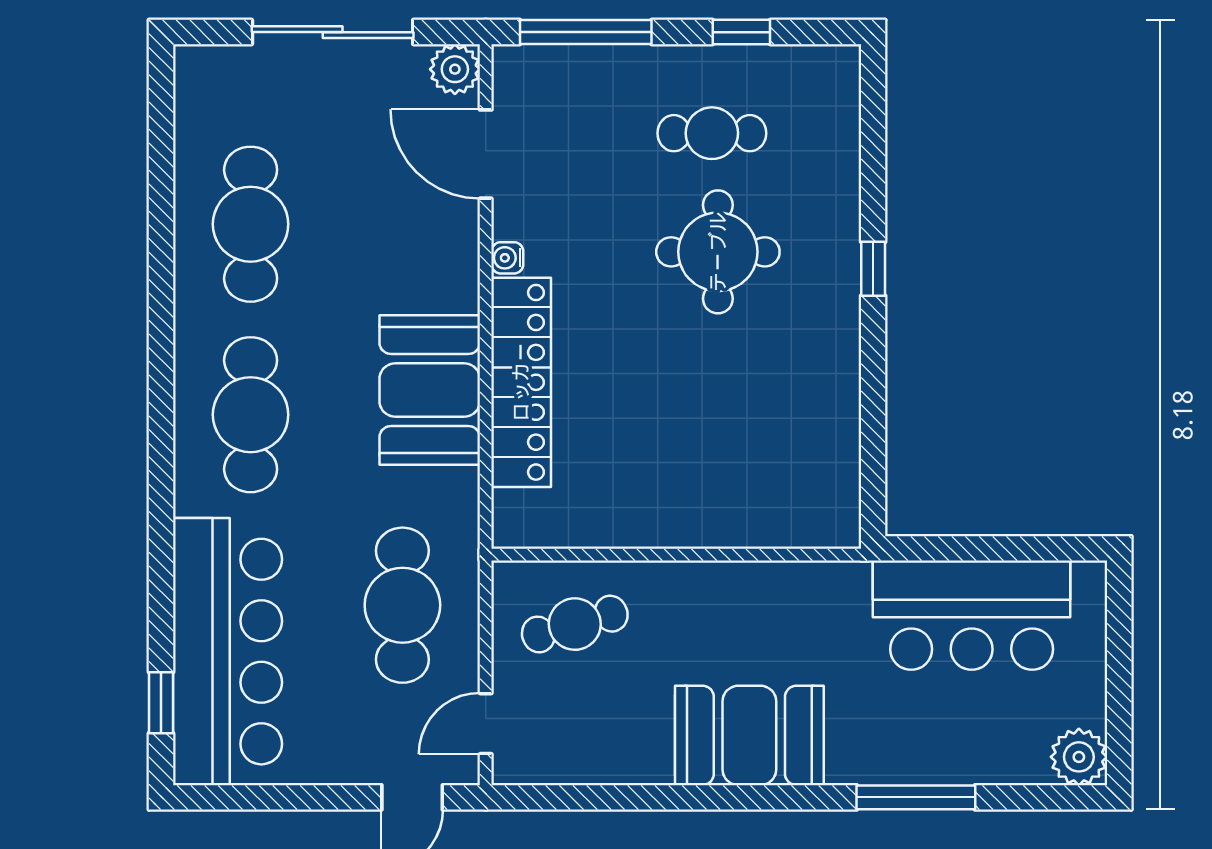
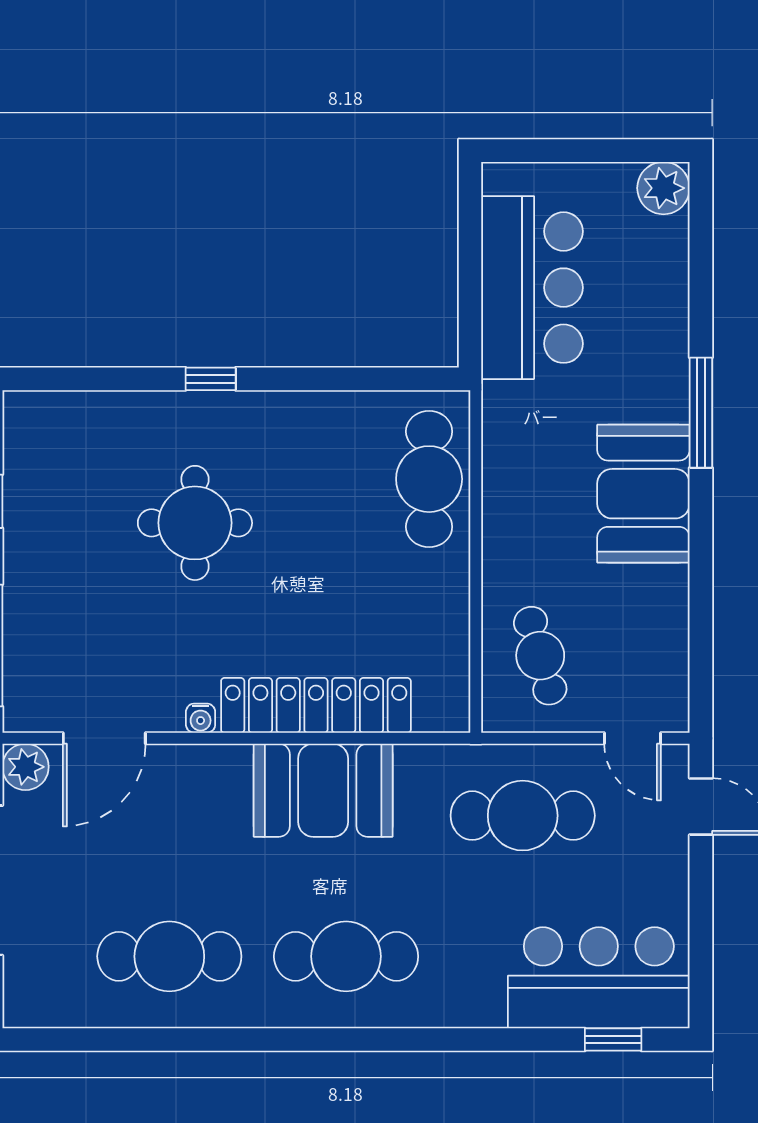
cafe table: (712, 133) -> (429, 479), moved, width x1.37, depth x1.35
bar counter: (228, 652) -> (599, 978), width x0.73
window: (916, 797) -> (701, 413), moved

